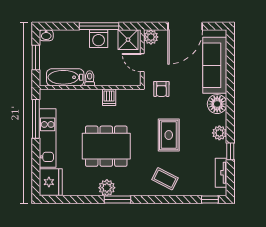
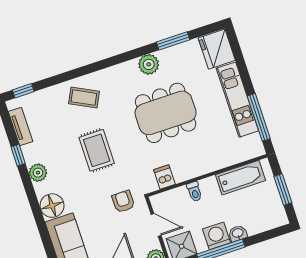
washbasin: (46, 35) -> (238, 233), moved
toilet: (90, 78) -> (194, 192), moved
dishwasher: (109, 97) -> (164, 177), moved
window: (118, 199) -> (173, 41), moved

